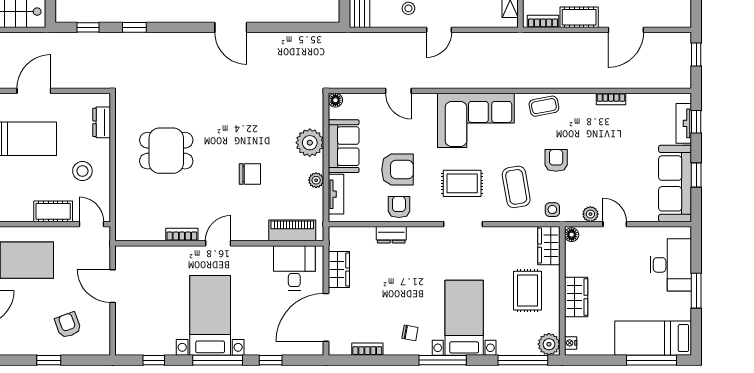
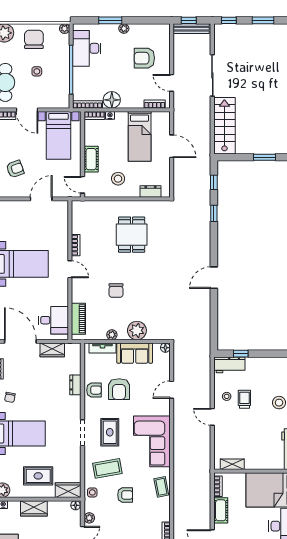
door: (91, 224) -> (83, 185), swing flipped

